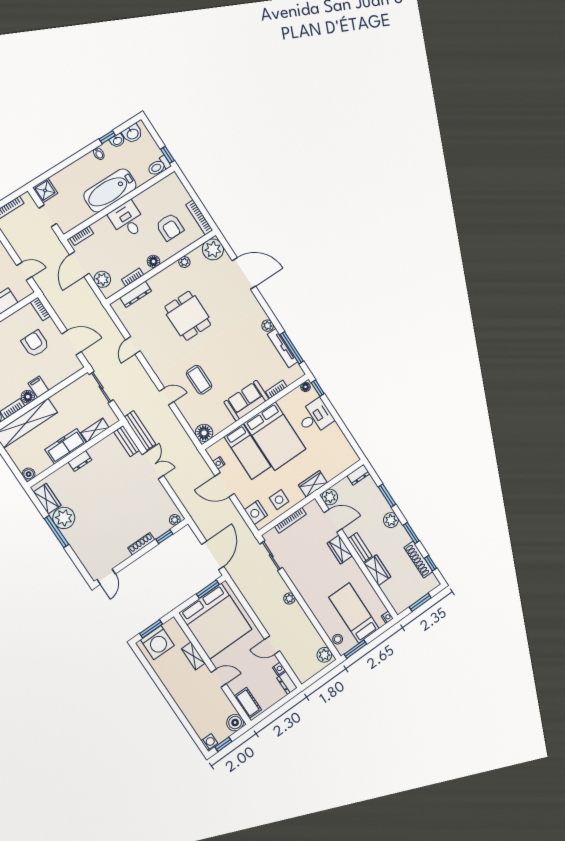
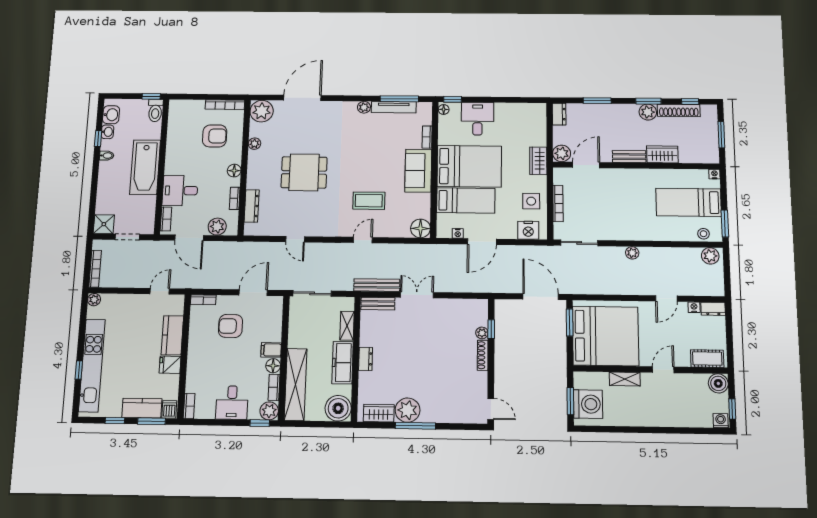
desk: (127, 220) -> (180, 191), moved
boiler: (29, 474) -> (338, 408), width x1.86, depth x1.86
plant: (175, 520) -> (482, 333), moved
plant: (391, 520) -> (648, 112), moved
wardrobe: (340, 550) -> (618, 176), removed

